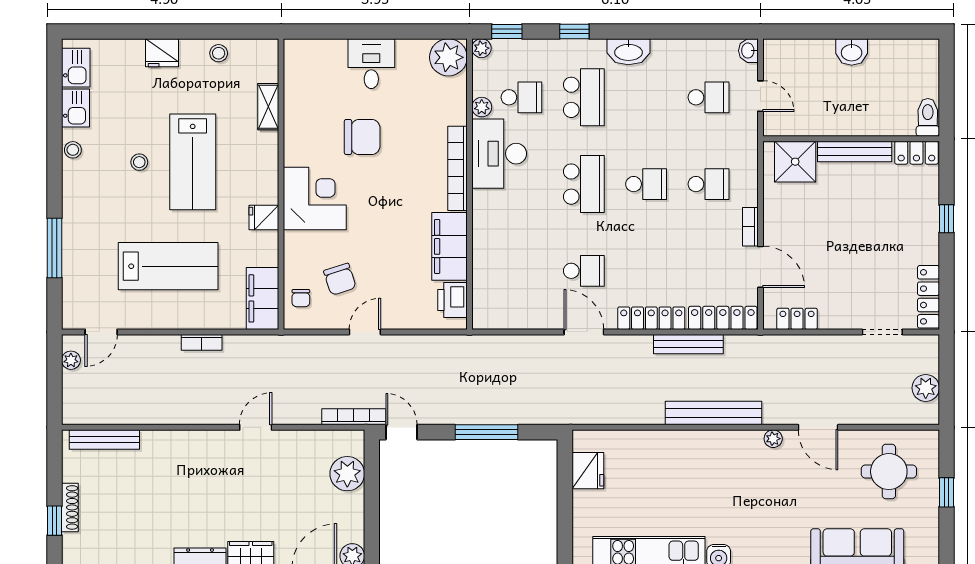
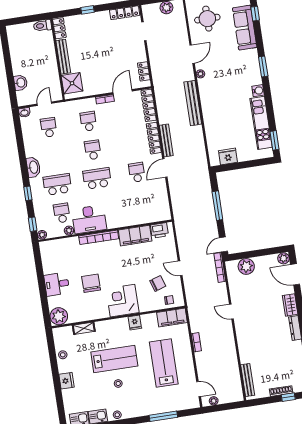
washbasin: (852, 52) -> (21, 83), moved
plant: (448, 57) -> (59, 316), moved
bench: (688, 344) -> (166, 140), moved

